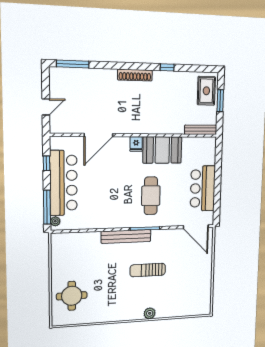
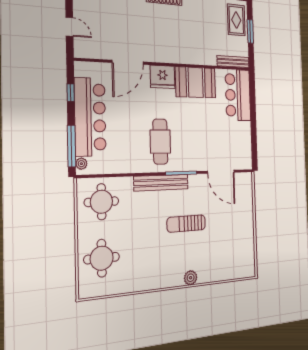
door: (46, 107) -> (69, 27), hinge flipped
fridge: (136, 144) -> (163, 77), width x1.88, depth x1.34
bar counter: (203, 188) -> (238, 95), moved
cafe table: (151, 196) -> (160, 142), moved
door: (196, 227) -> (221, 172), moved
round table: (72, 252) -> (101, 202), added

